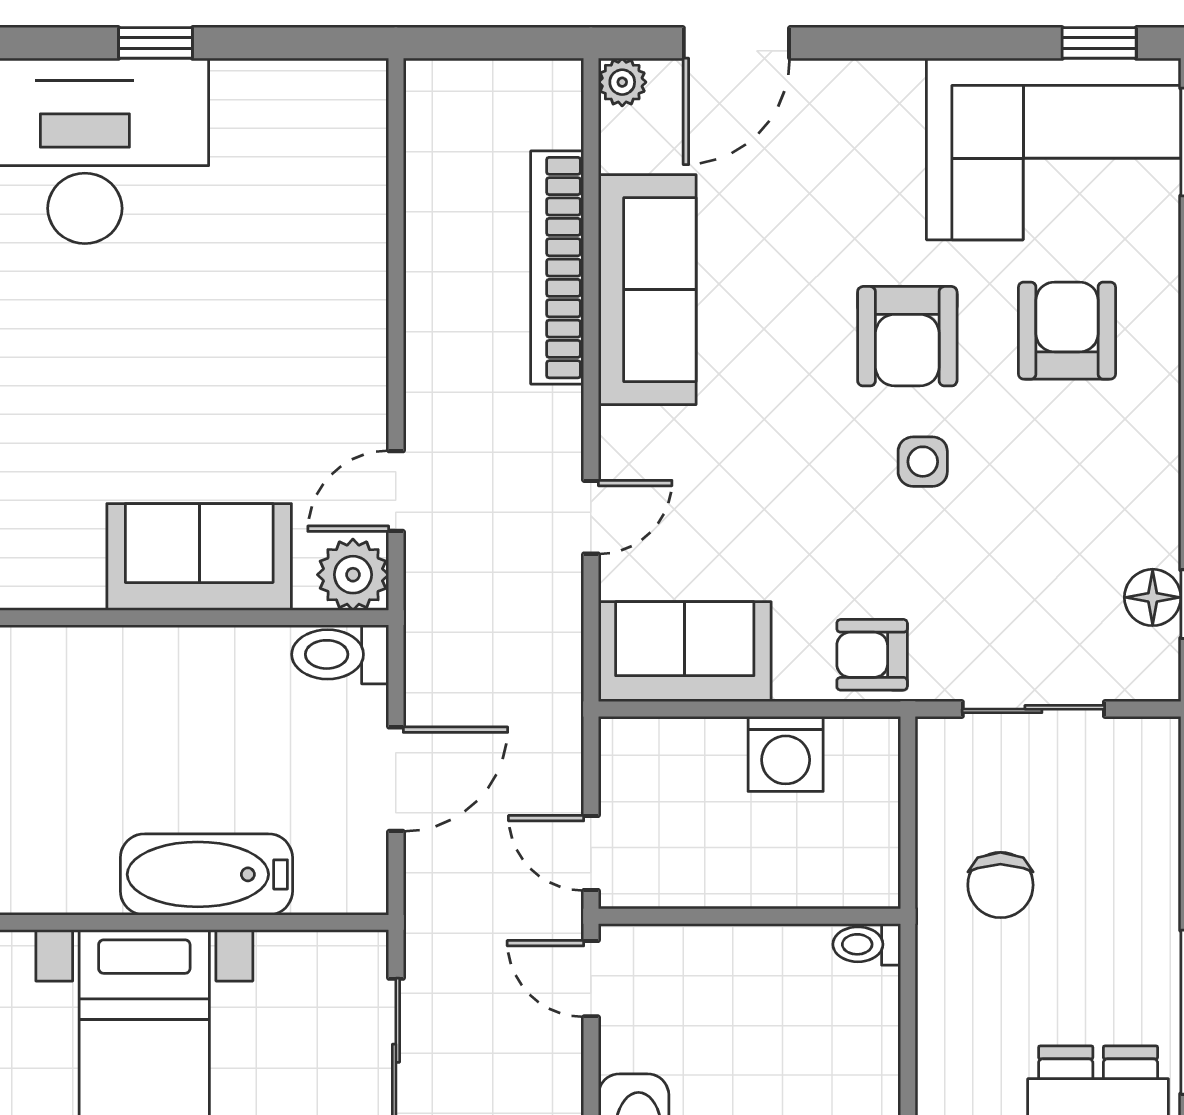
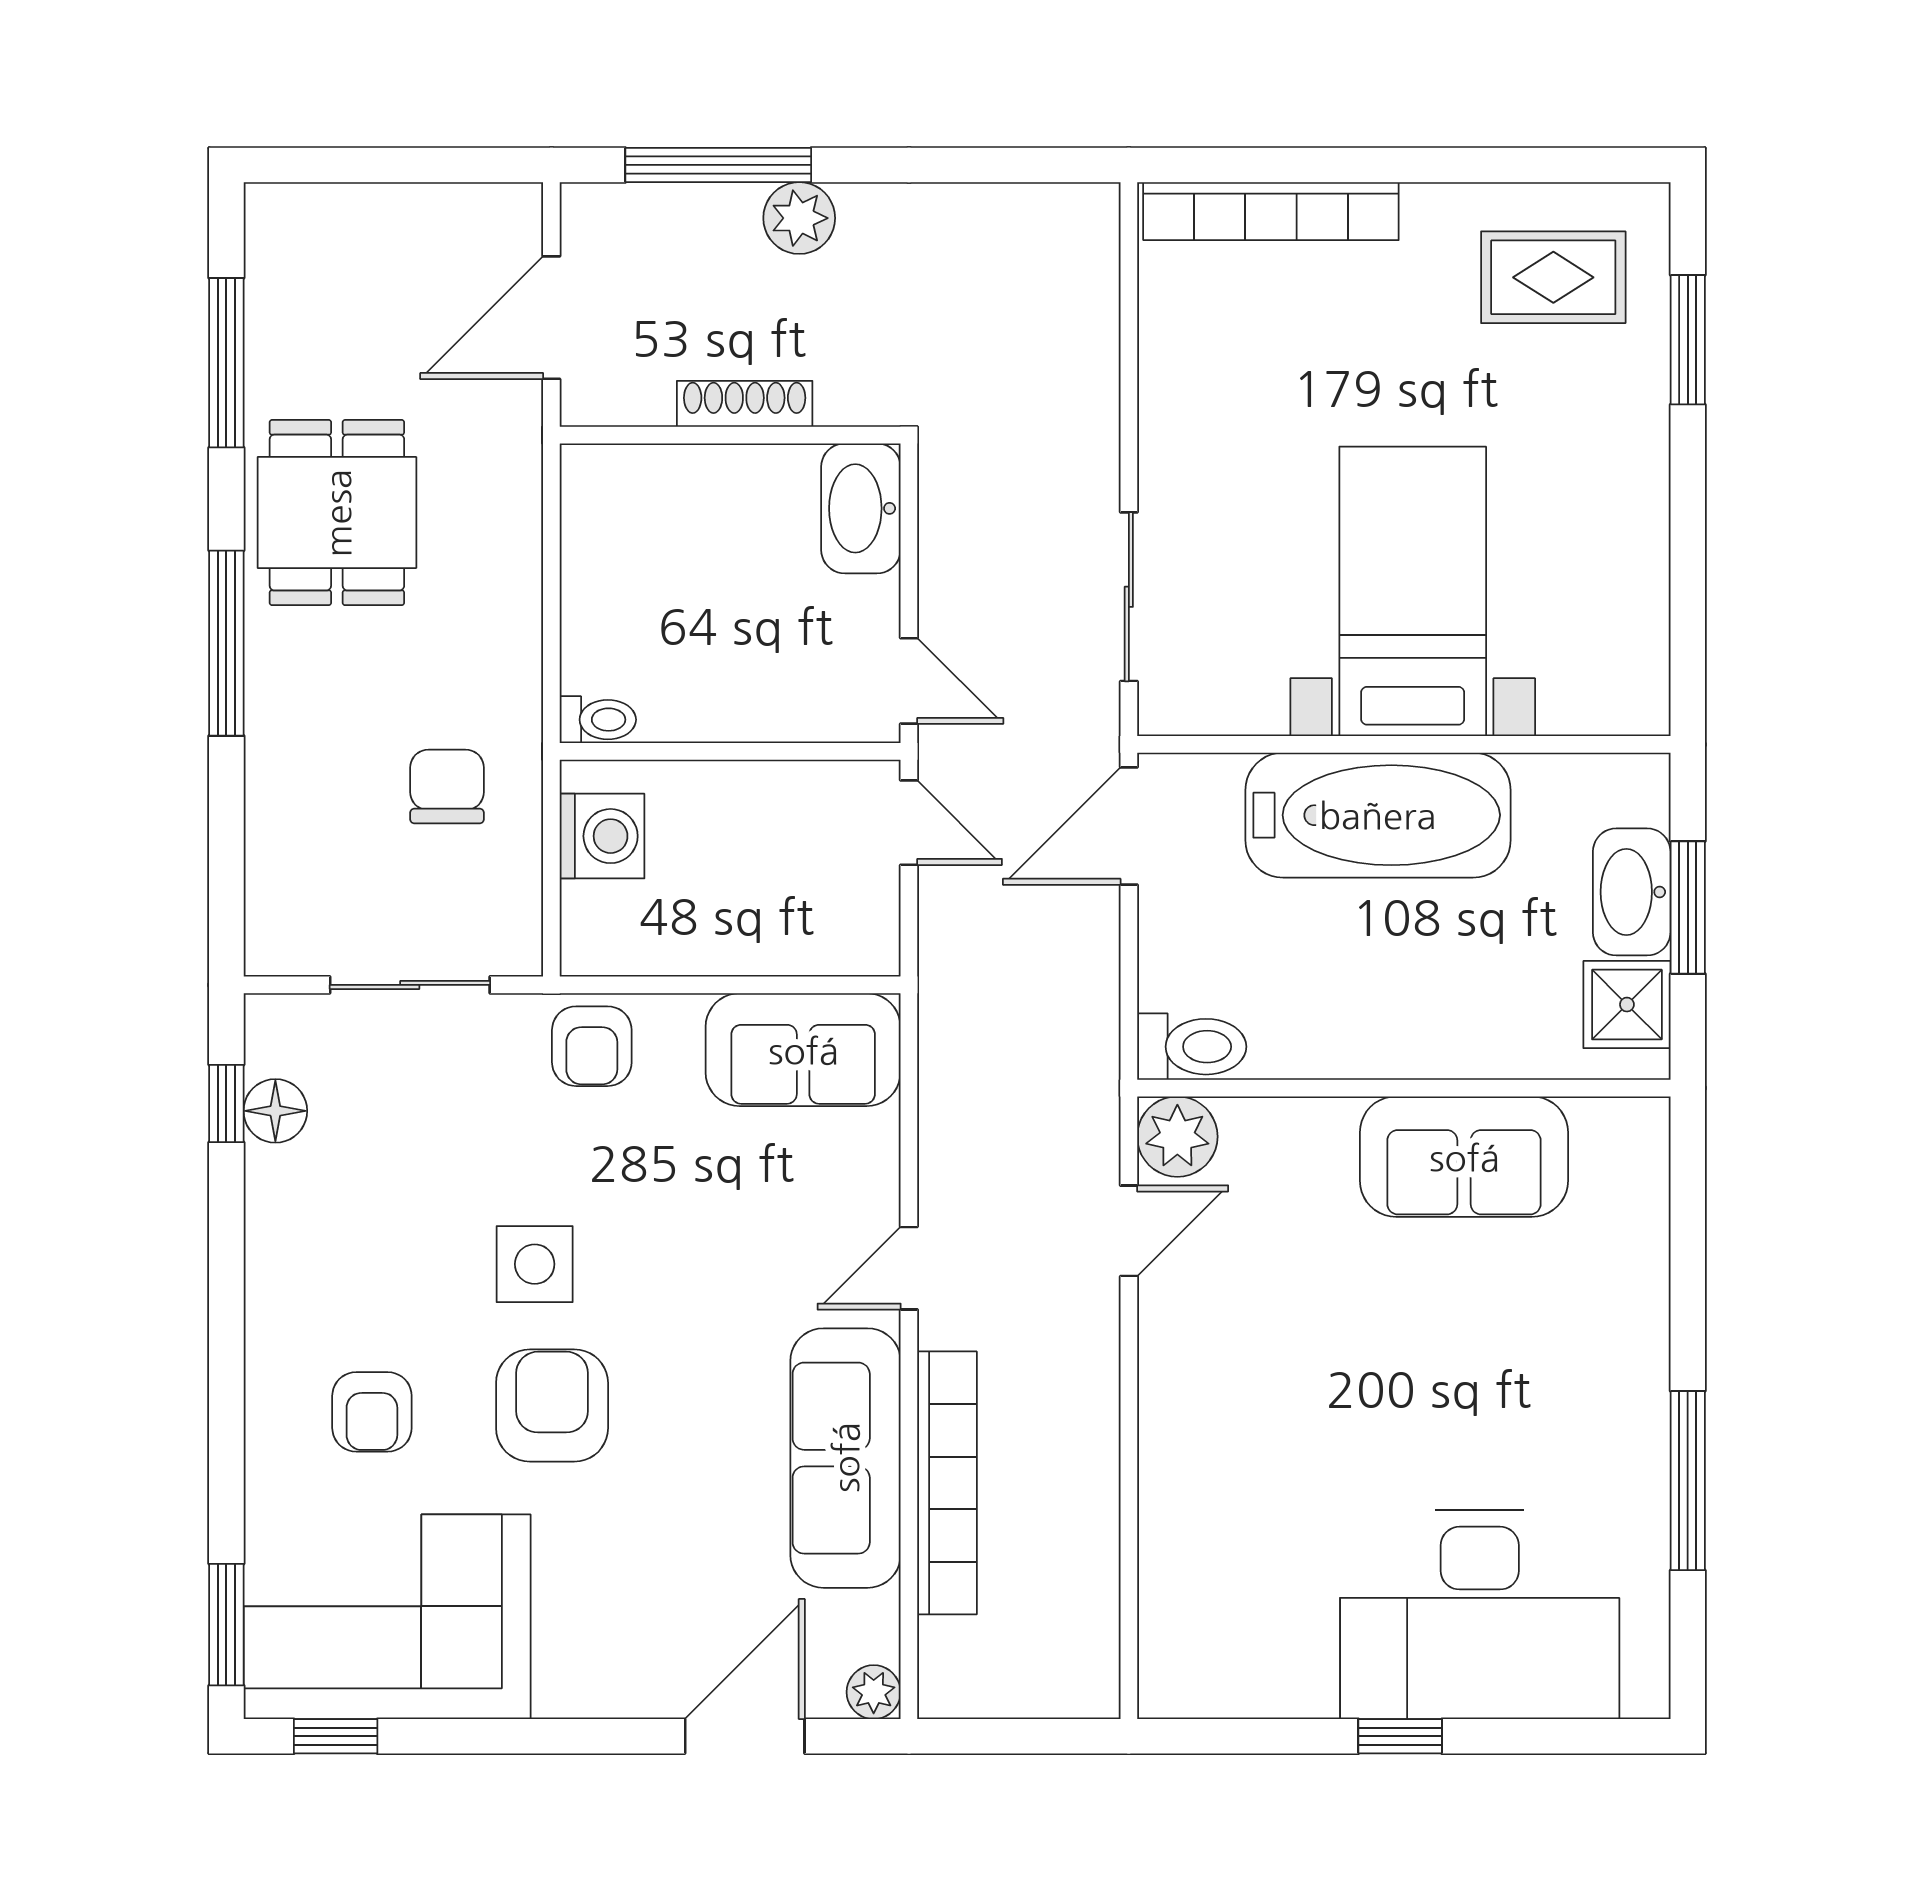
armchair: (1067, 331) -> (372, 1412), width x0.72, depth x0.72
side table: (923, 462) -> (535, 1264), width x1.37, depth x1.37
door: (591, 517) -> (909, 1268), moved
sofa: (199, 557) -> (1464, 1157), moved
armchair: (872, 655) -> (592, 1046), turned 90
washing machine: (786, 754) -> (602, 836), moved, turned 90
door: (396, 779) -> (1129, 826), moved
bathtub: (206, 874) -> (1378, 815), width x1.36, depth x1.36

